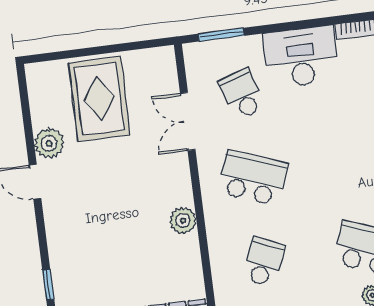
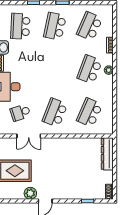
plant: (183, 220) -> (69, 143), removed
school desk: (264, 262) -> (90, 113), width x1.85

